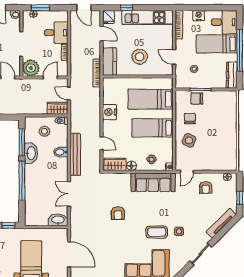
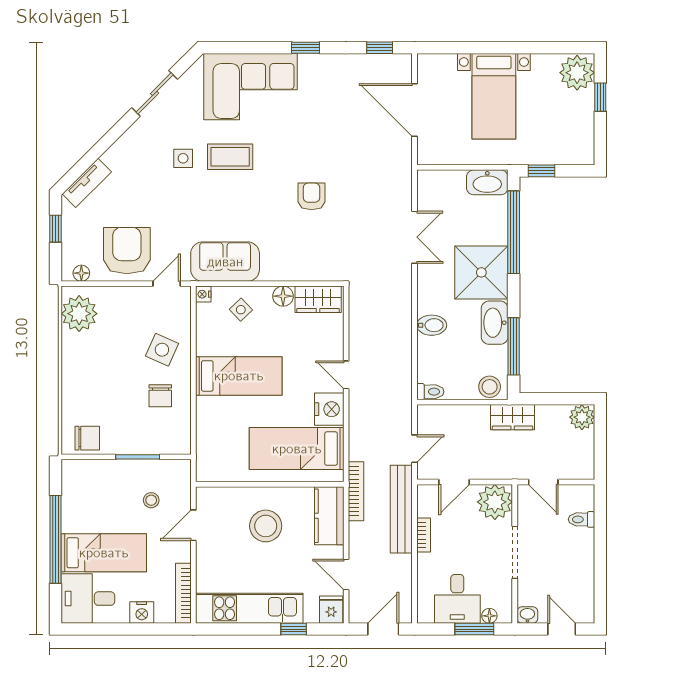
door: (84, 8) -> (383, 629), hinge flipped
desk: (56, 33) -> (457, 599), moved, turned -90
door: (174, 57) -> (193, 525), swing flipped
dresser: (232, 75) -> (72, 487), removed
door: (69, 93) -> (414, 449), hinge flipped
chair: (197, 98) -> (87, 438), moved
bed: (151, 99) -> (297, 449), moved, turned 180
wardrobe: (58, 108) -> (513, 417), moved
stool: (44, 131) -> (490, 387), moved
door: (102, 143) -> (346, 375), moved
bench: (75, 154) -> (401, 509), moved
plant: (228, 158) -> (79, 314), added
shower: (37, 177) -> (481, 272), added
window: (22, 181) -> (514, 232), moved
sofa: (153, 182) -> (225, 262), width x0.73
armchair: (206, 188) -> (127, 251), width x1.88, depth x1.88
washbasin: (58, 220) -> (487, 182), moved
tv unit: (221, 223) -> (87, 183), width x0.71
sliding door: (201, 254) -> (155, 93), moved

